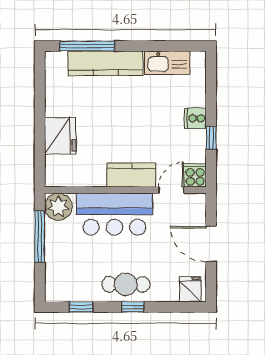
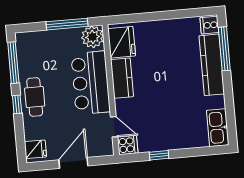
kitchen sink: (167, 63) -> (218, 128), moved
cooker: (195, 118) -> (209, 25), moved, turned -90
fridge: (60, 136) -> (122, 42), moved, turned -90
kitchen counter: (131, 175) -> (122, 78), moved
window: (81, 307) -> (13, 63), width x2.17

